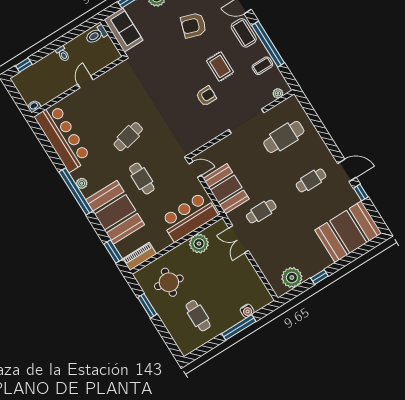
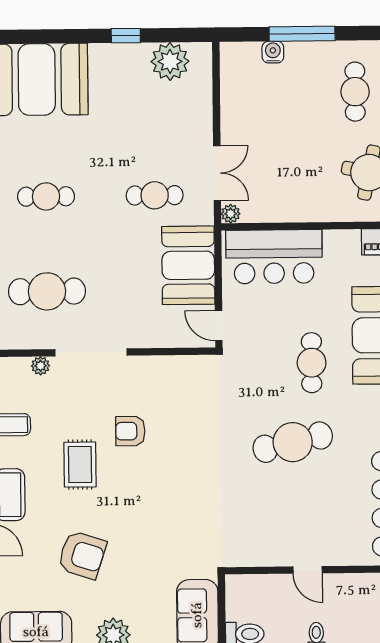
door: (85, 82) -> (308, 570), hinge flipped
plant: (278, 93) -> (41, 366), moved
cafe table: (128, 137) -> (293, 442), width x1.37, depth x1.35
plant: (199, 244) -> (231, 214), moved, width x0.53, depth x0.53

